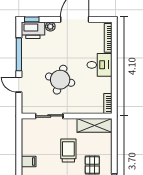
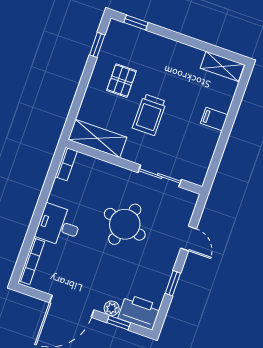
window: (32, 19) -> (119, 323), moved
window: (19, 54) -> (173, 283), width x0.46

